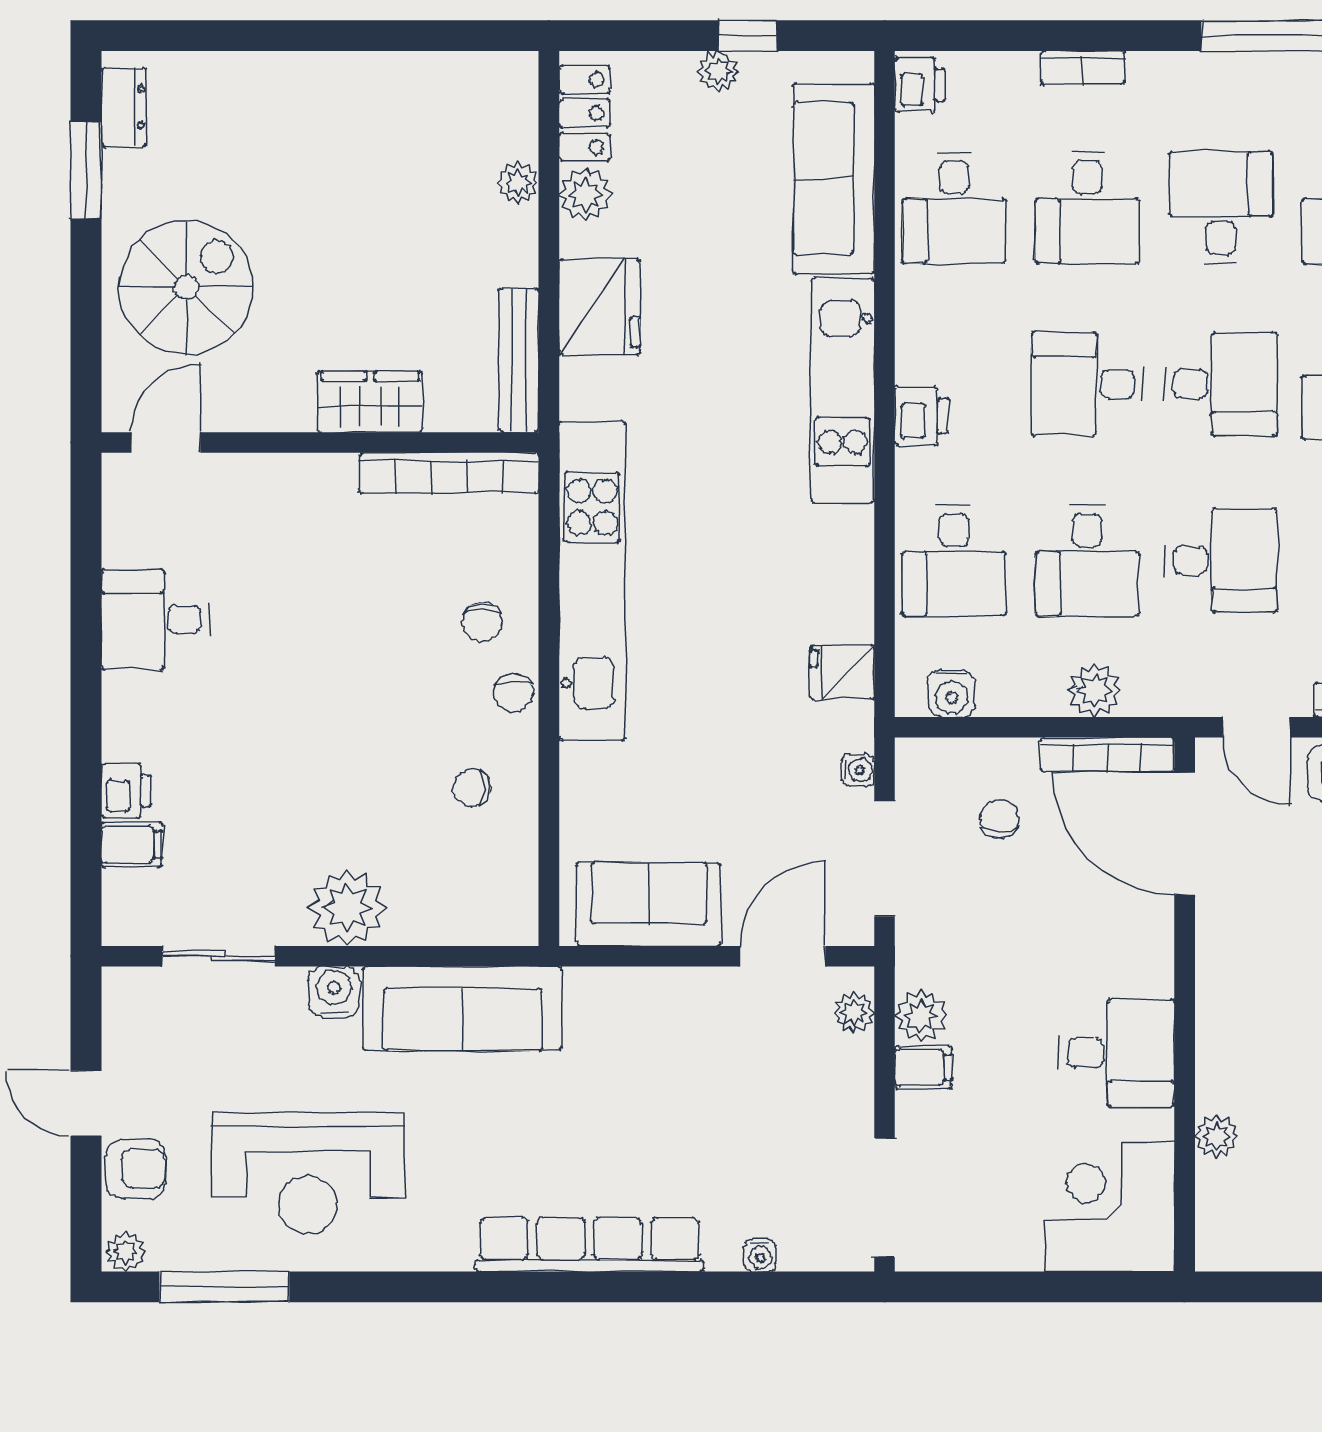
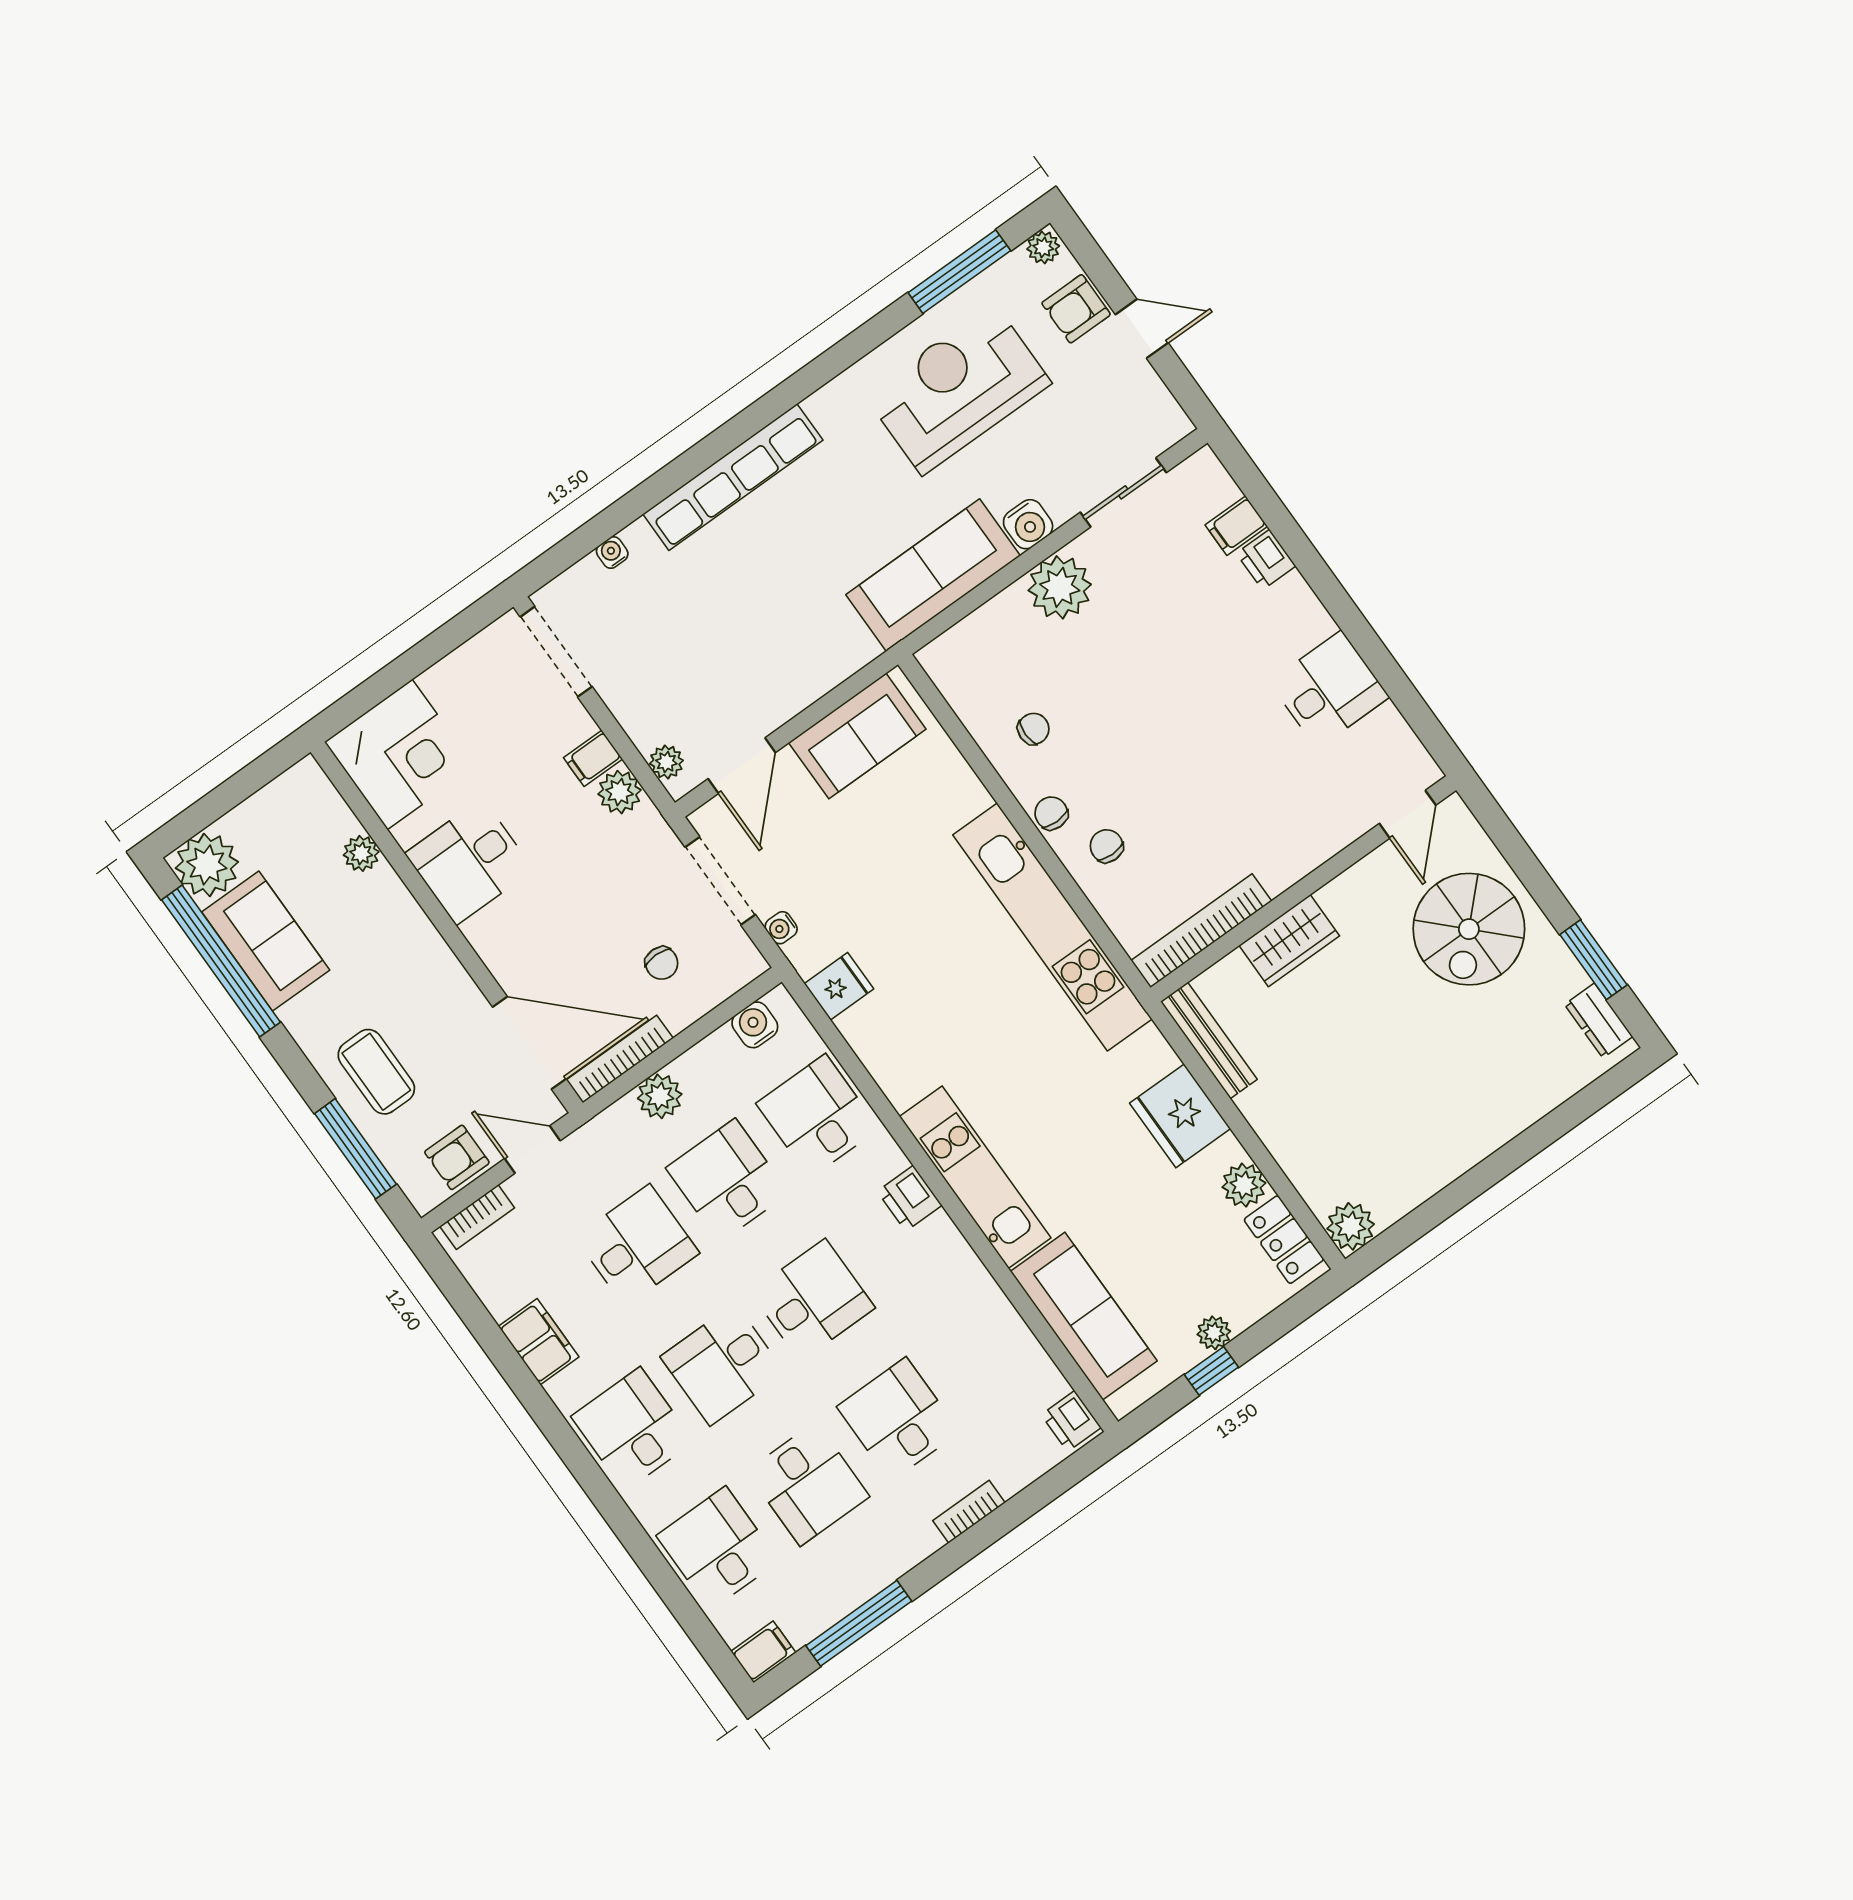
plant: (518, 183) -> (1351, 1226), moved, width x1.38, depth x1.38
desk: (954, 208) -> (988, 1355), removed
desk: (1221, 560) -> (637, 1245), turned 180

